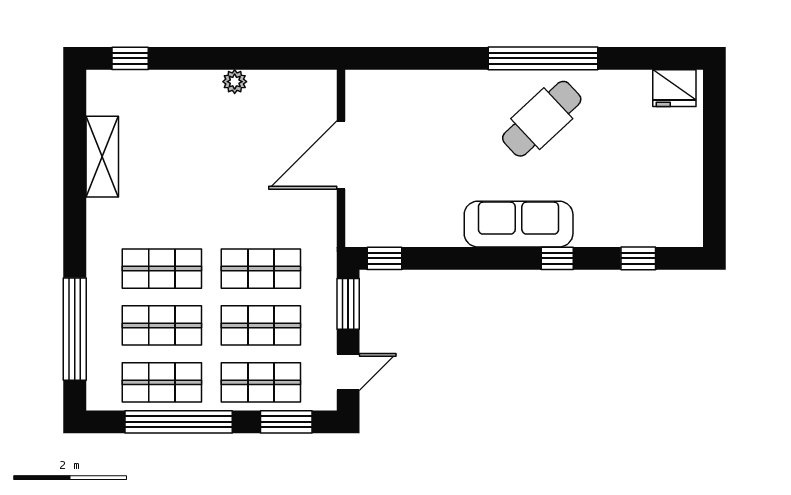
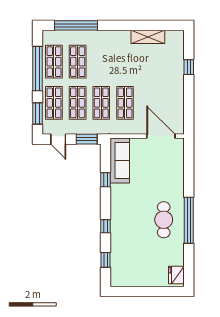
window: (130, 58) -> (189, 67), moved
plant: (235, 82) -> (179, 92), removed
cafe table: (542, 119) -> (164, 220), turned 43
door: (341, 155) -> (161, 136), moved
sofa: (519, 224) -> (120, 161), moved
window: (384, 258) -> (106, 180), moved
shop shelf: (162, 269) -> (125, 103), moved

